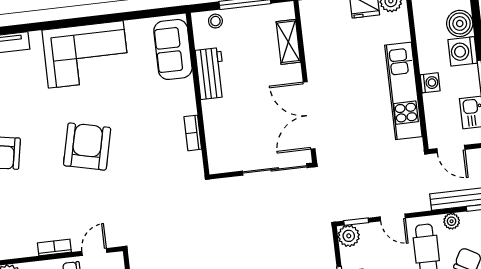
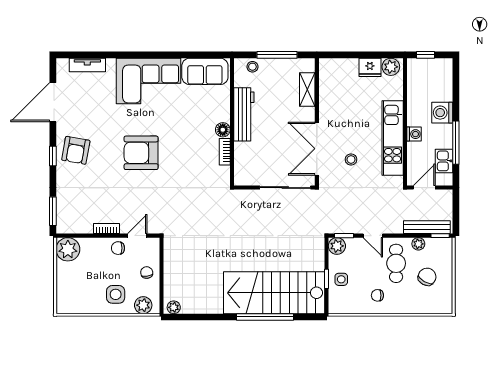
boiler: (460, 23) -> (442, 91), removed
sofa: (173, 49) -> (205, 71), moved, turned -90
workbench: (211, 74) -> (244, 114), width x1.37
floor lamp: (187, 105) -> (223, 130), added
stool: (354, 124) -> (351, 159), added
armchair: (87, 147) -> (141, 153), turned -103
door: (451, 149) -> (424, 188), swing flipped

